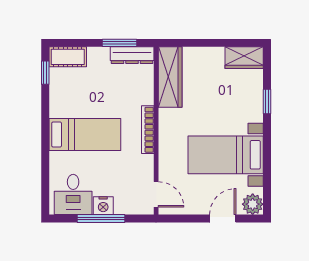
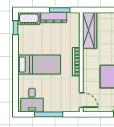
dresser: (132, 55) -> (54, 17), moved
nightstand: (103, 206) -> (50, 107), removed

